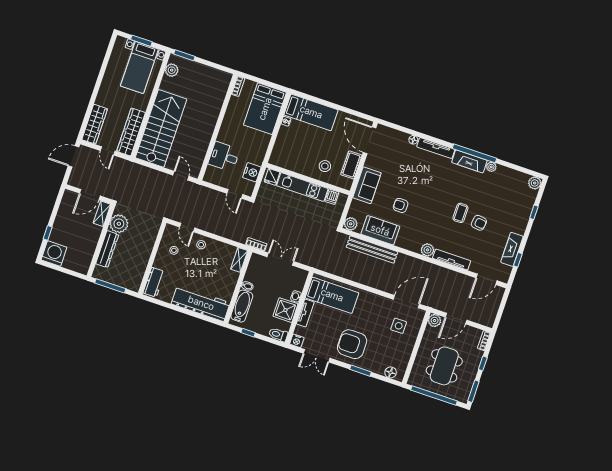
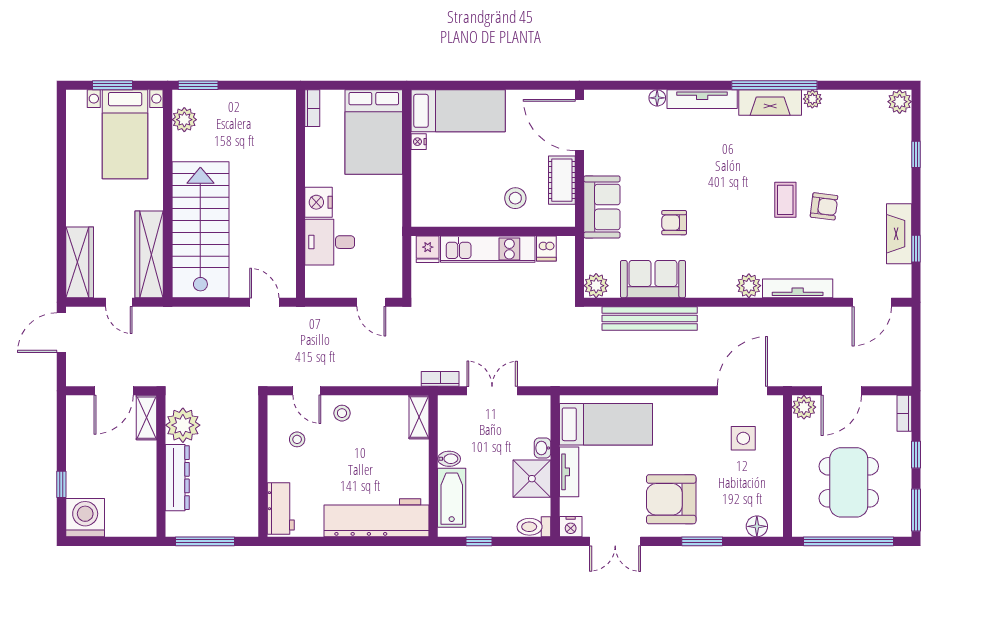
nightstand: (252, 172) -> (318, 202), moved, turned 180

